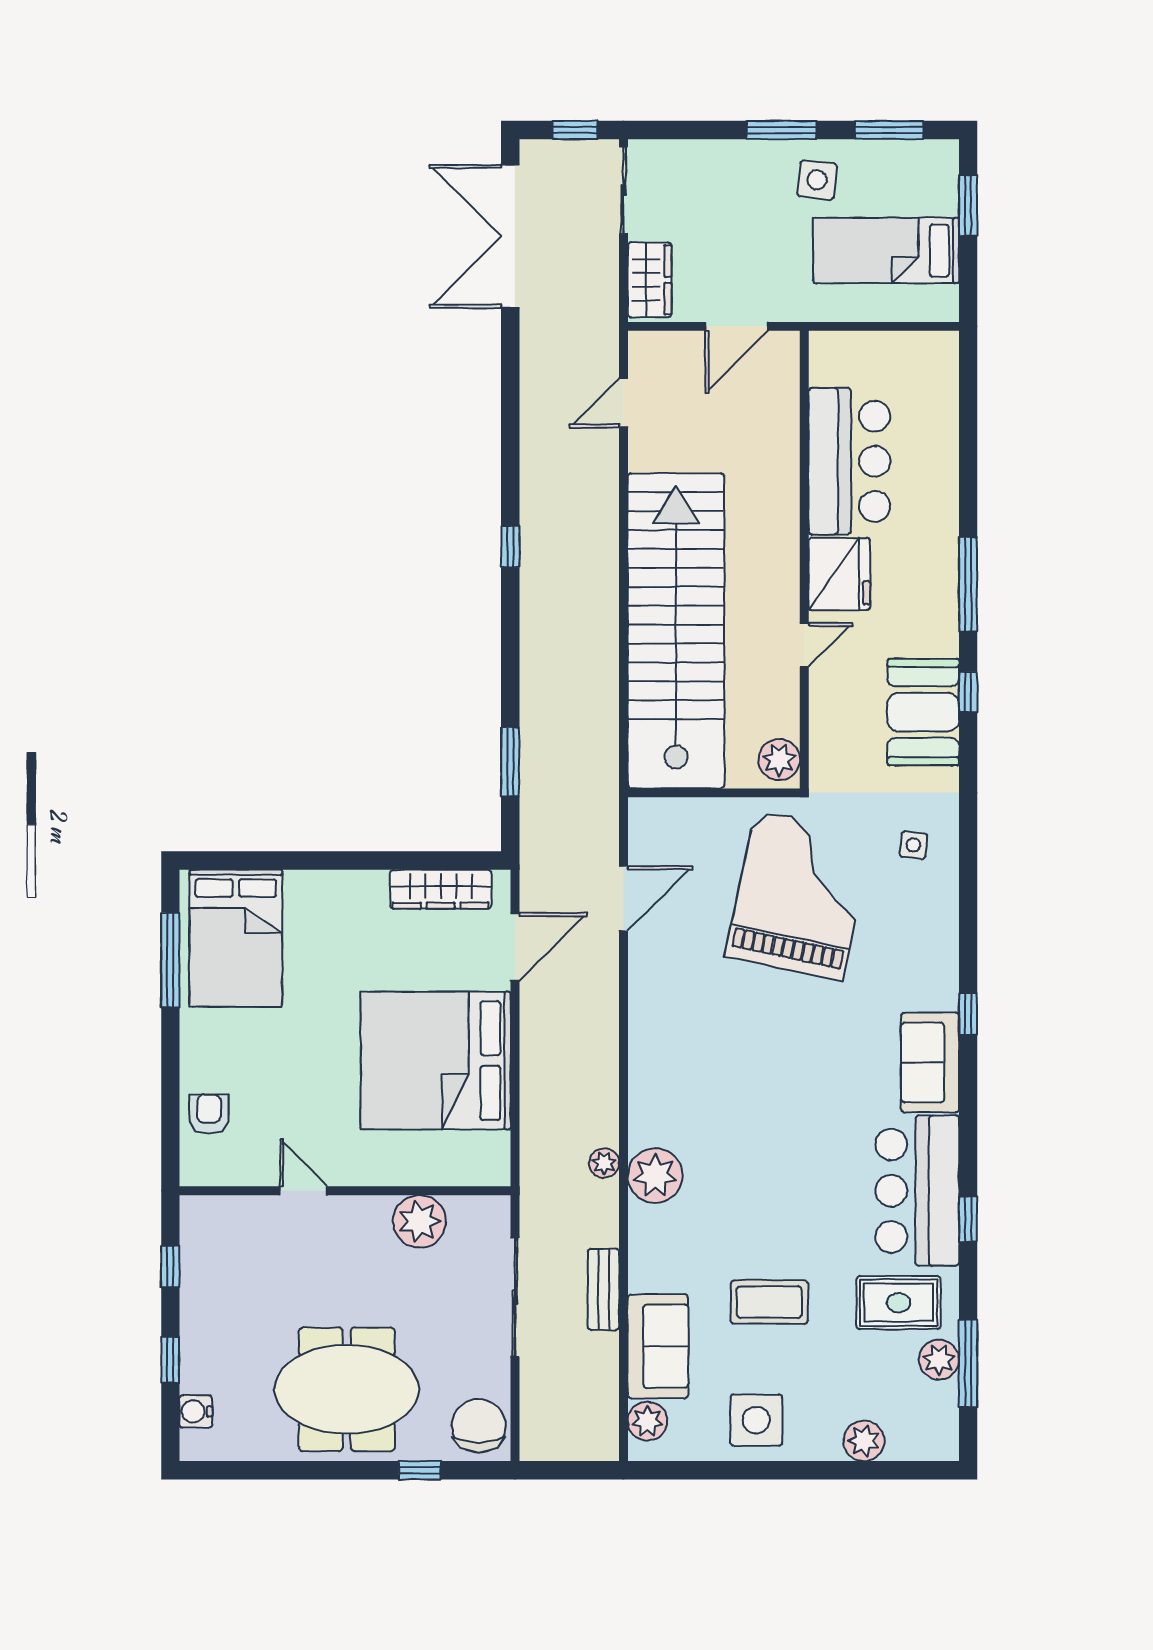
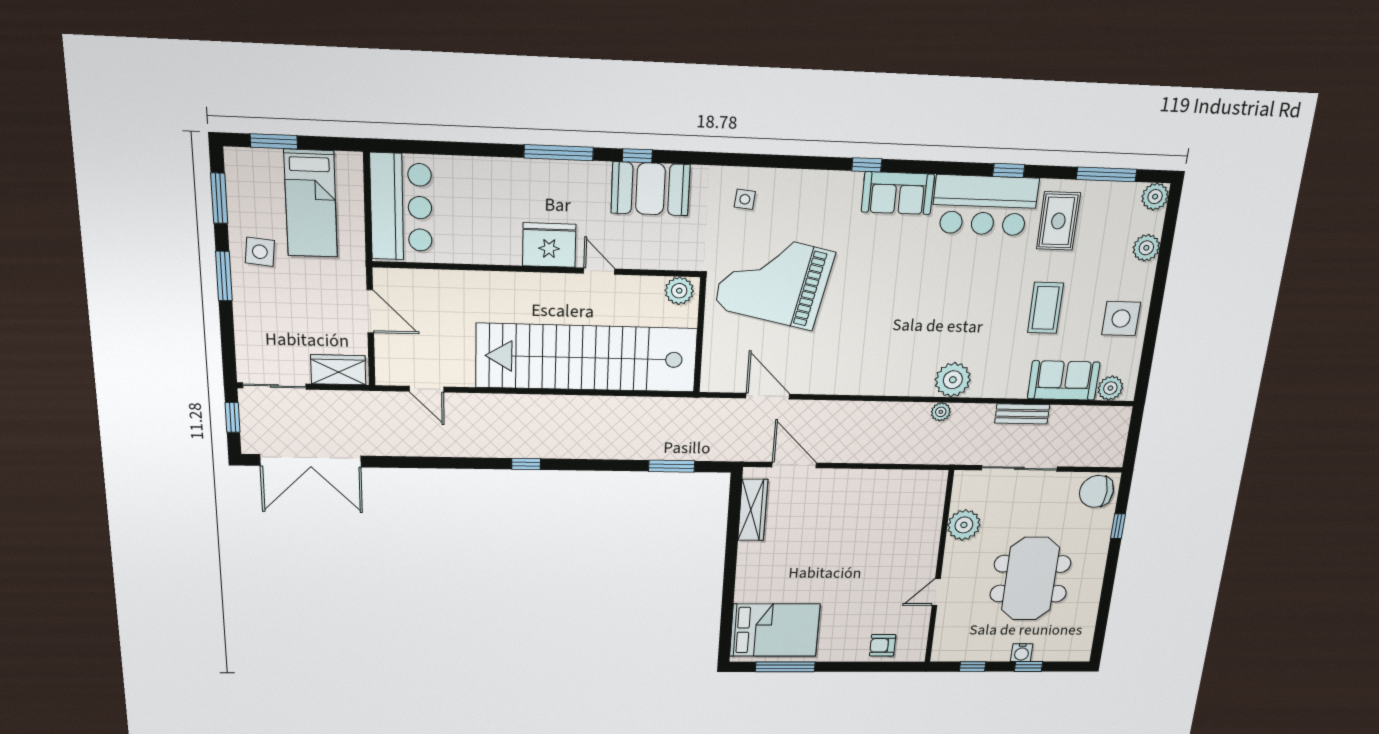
bar counter: (849, 461) -> (401, 207), moved, turned 90
bed: (436, 1061) -> (863, 514), removed
plant: (939, 1360) -> (1155, 197), moved
meeting table: (347, 1389) -> (1030, 579), moved
water cooler: (196, 1411) -> (1022, 653), moved

